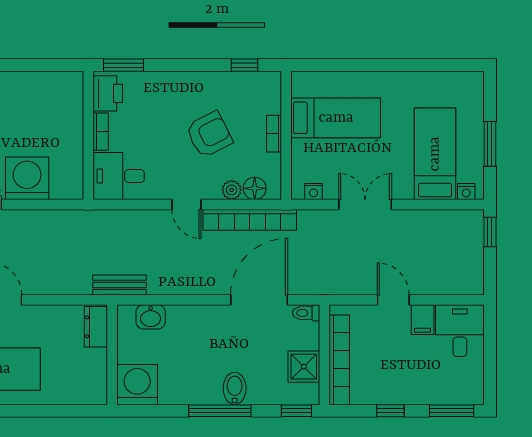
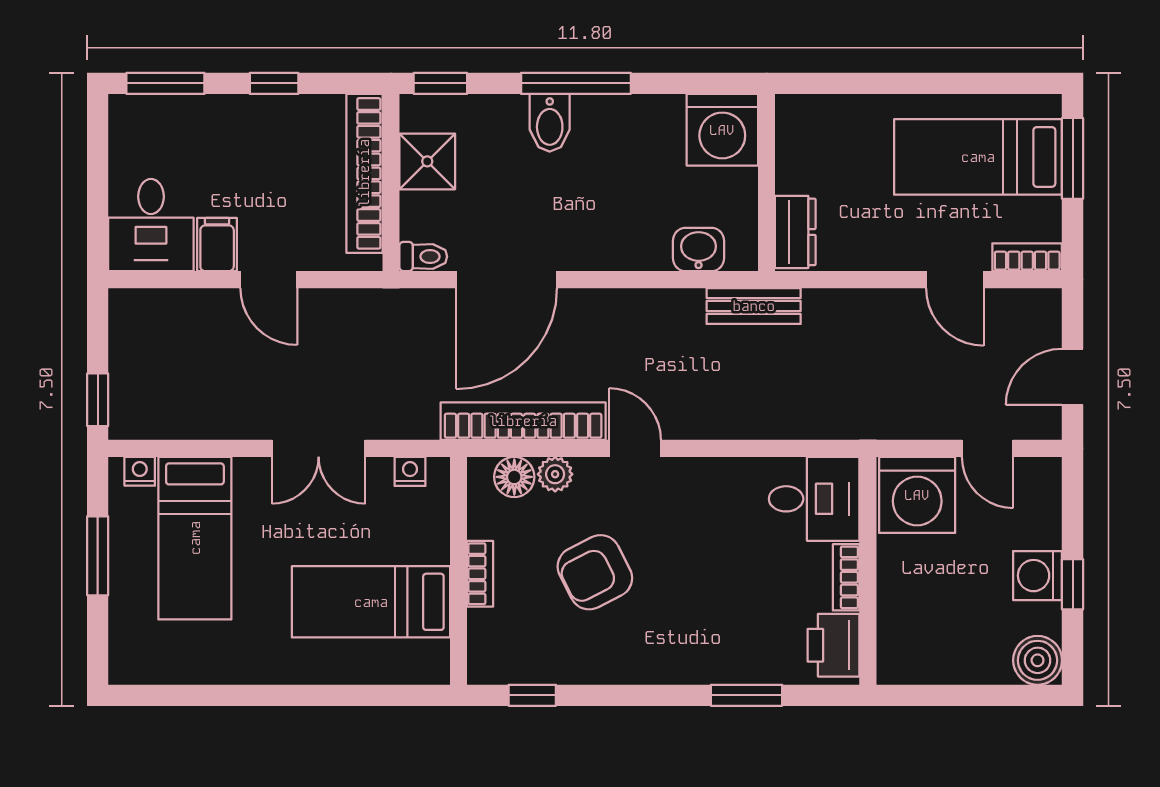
printer: (108, 93) -> (833, 645), moved
bookcase: (101, 132) -> (846, 577), moved
wall: (88, 135) -> (868, 571), moved
desk: (119, 176) -> (814, 499), moved

